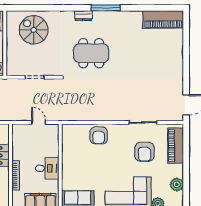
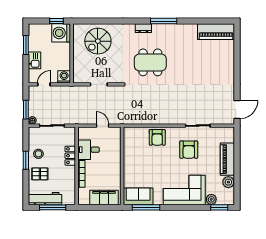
spiral stairs: (34, 30) -> (98, 41), turned -90
piano: (176, 146) -> (227, 159), moved
armchair: (144, 152) -> (189, 150), moved
desk: (47, 168) -> (89, 150), moved, turned 180

